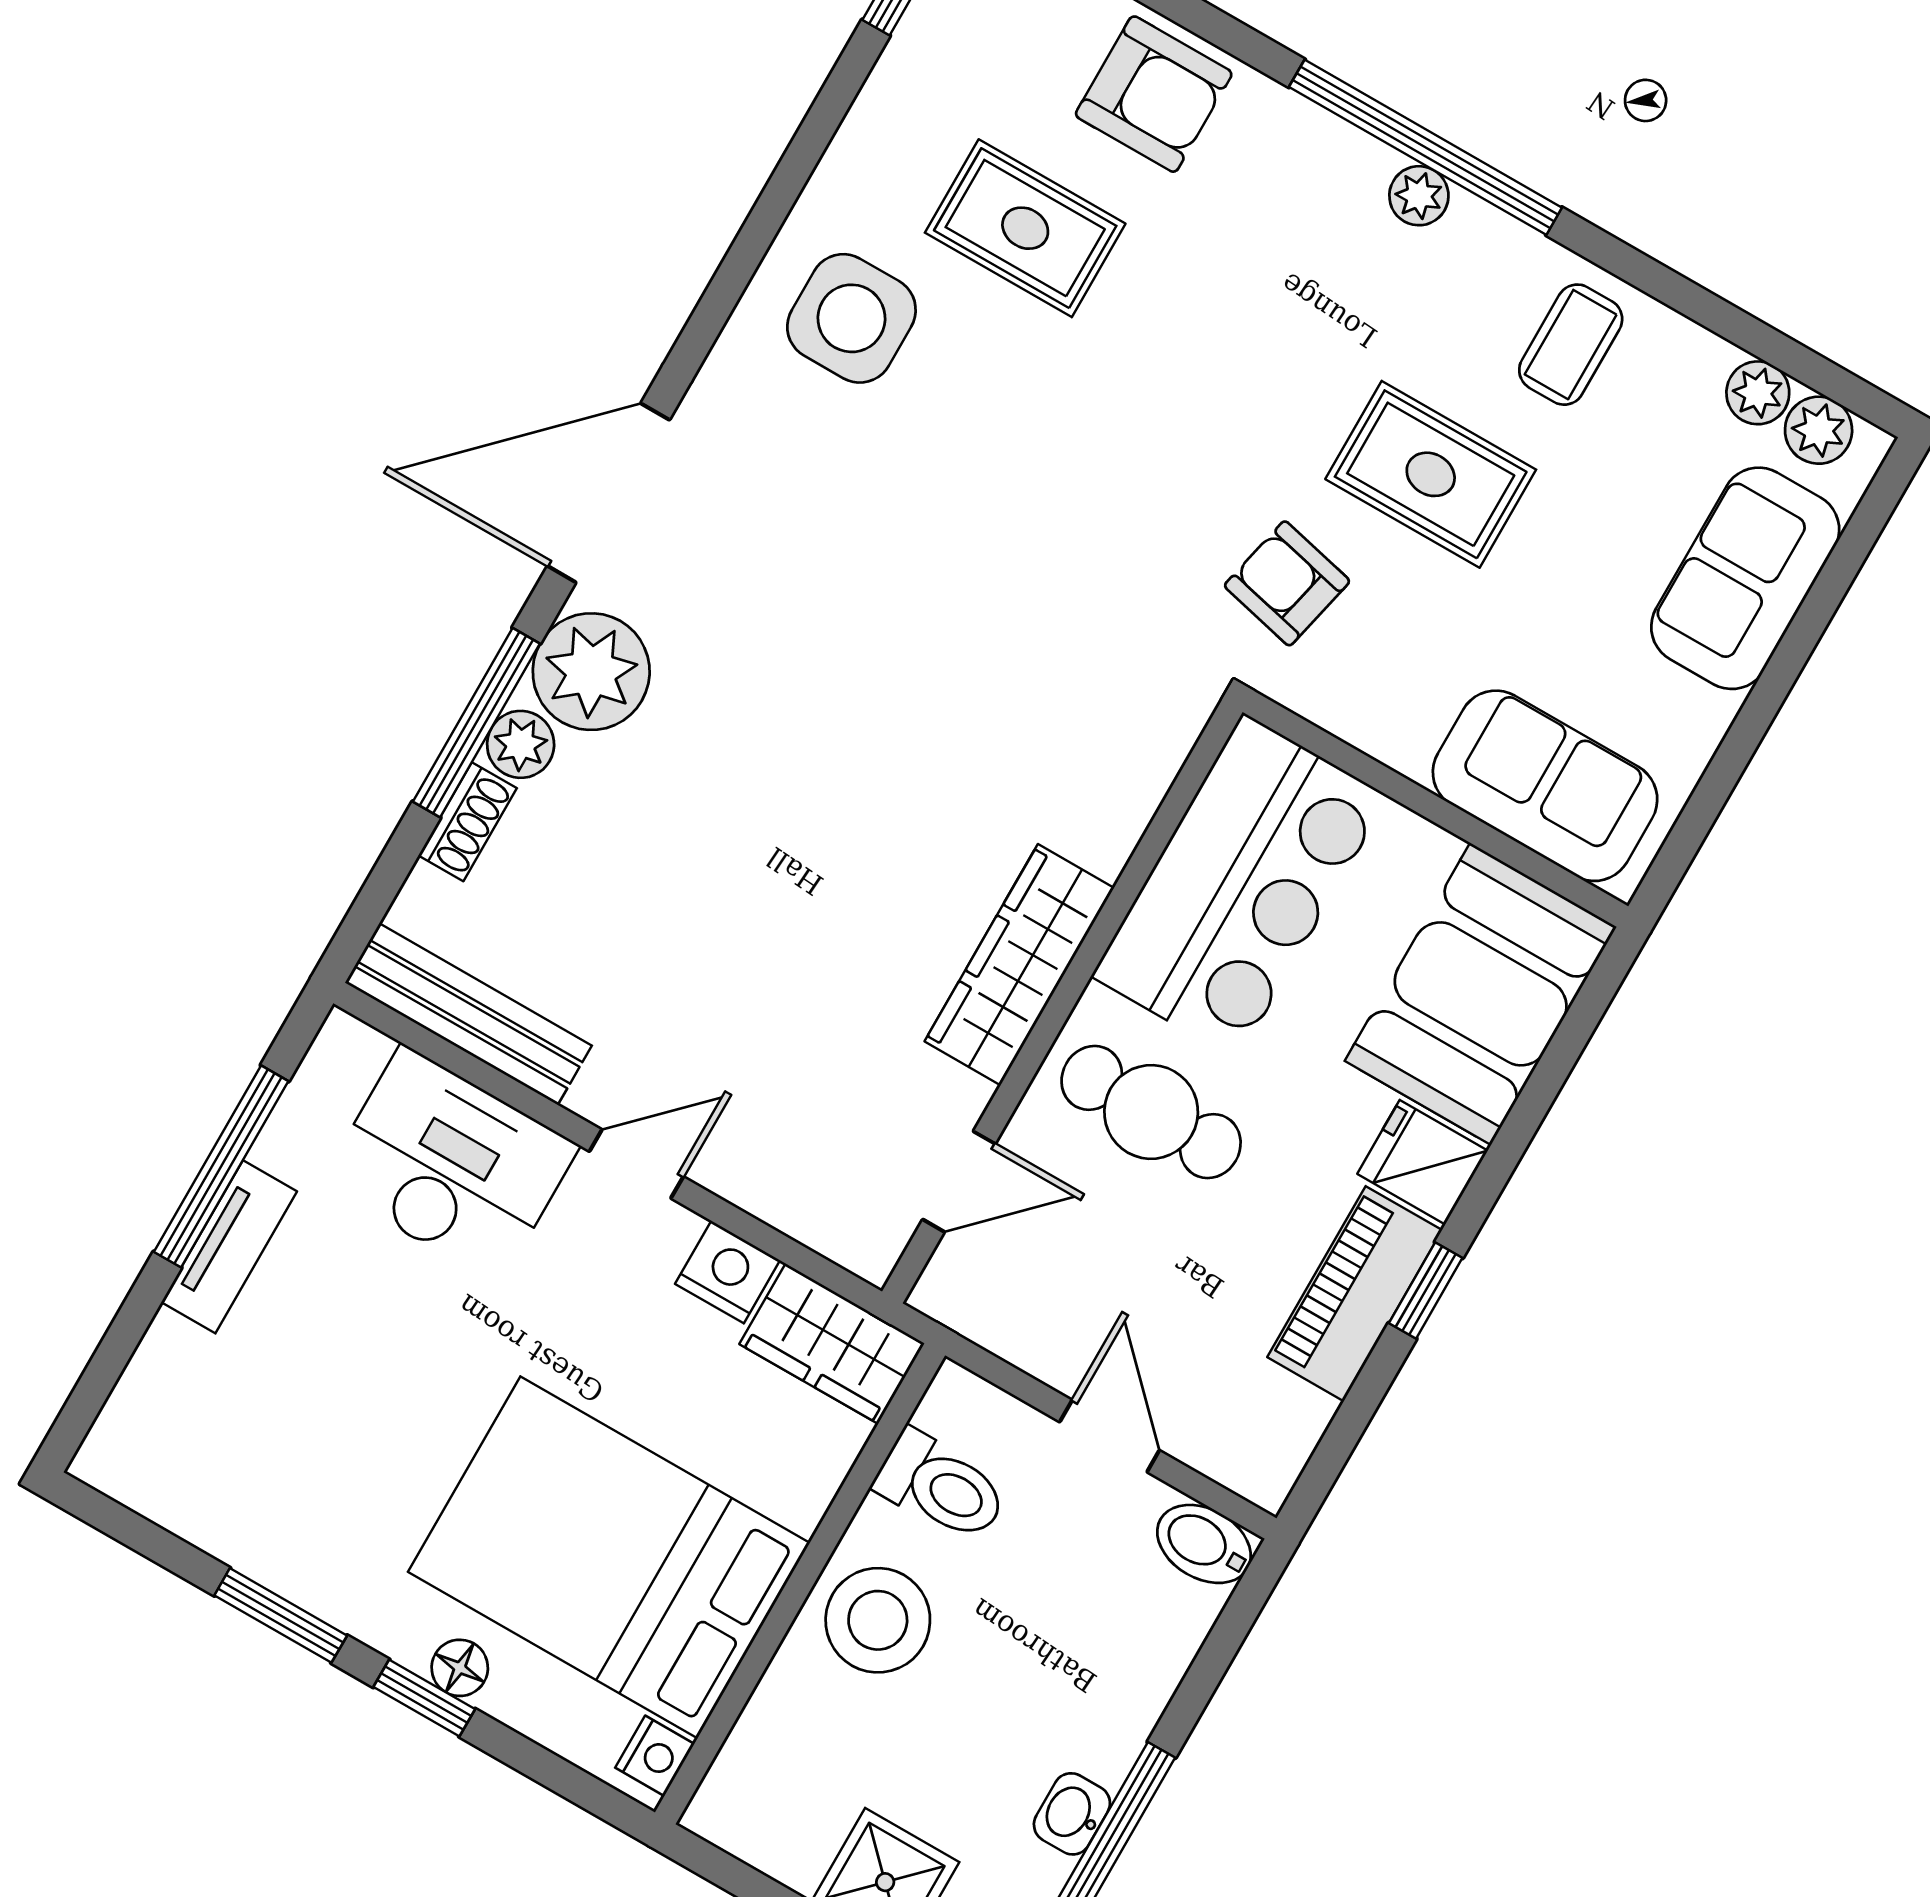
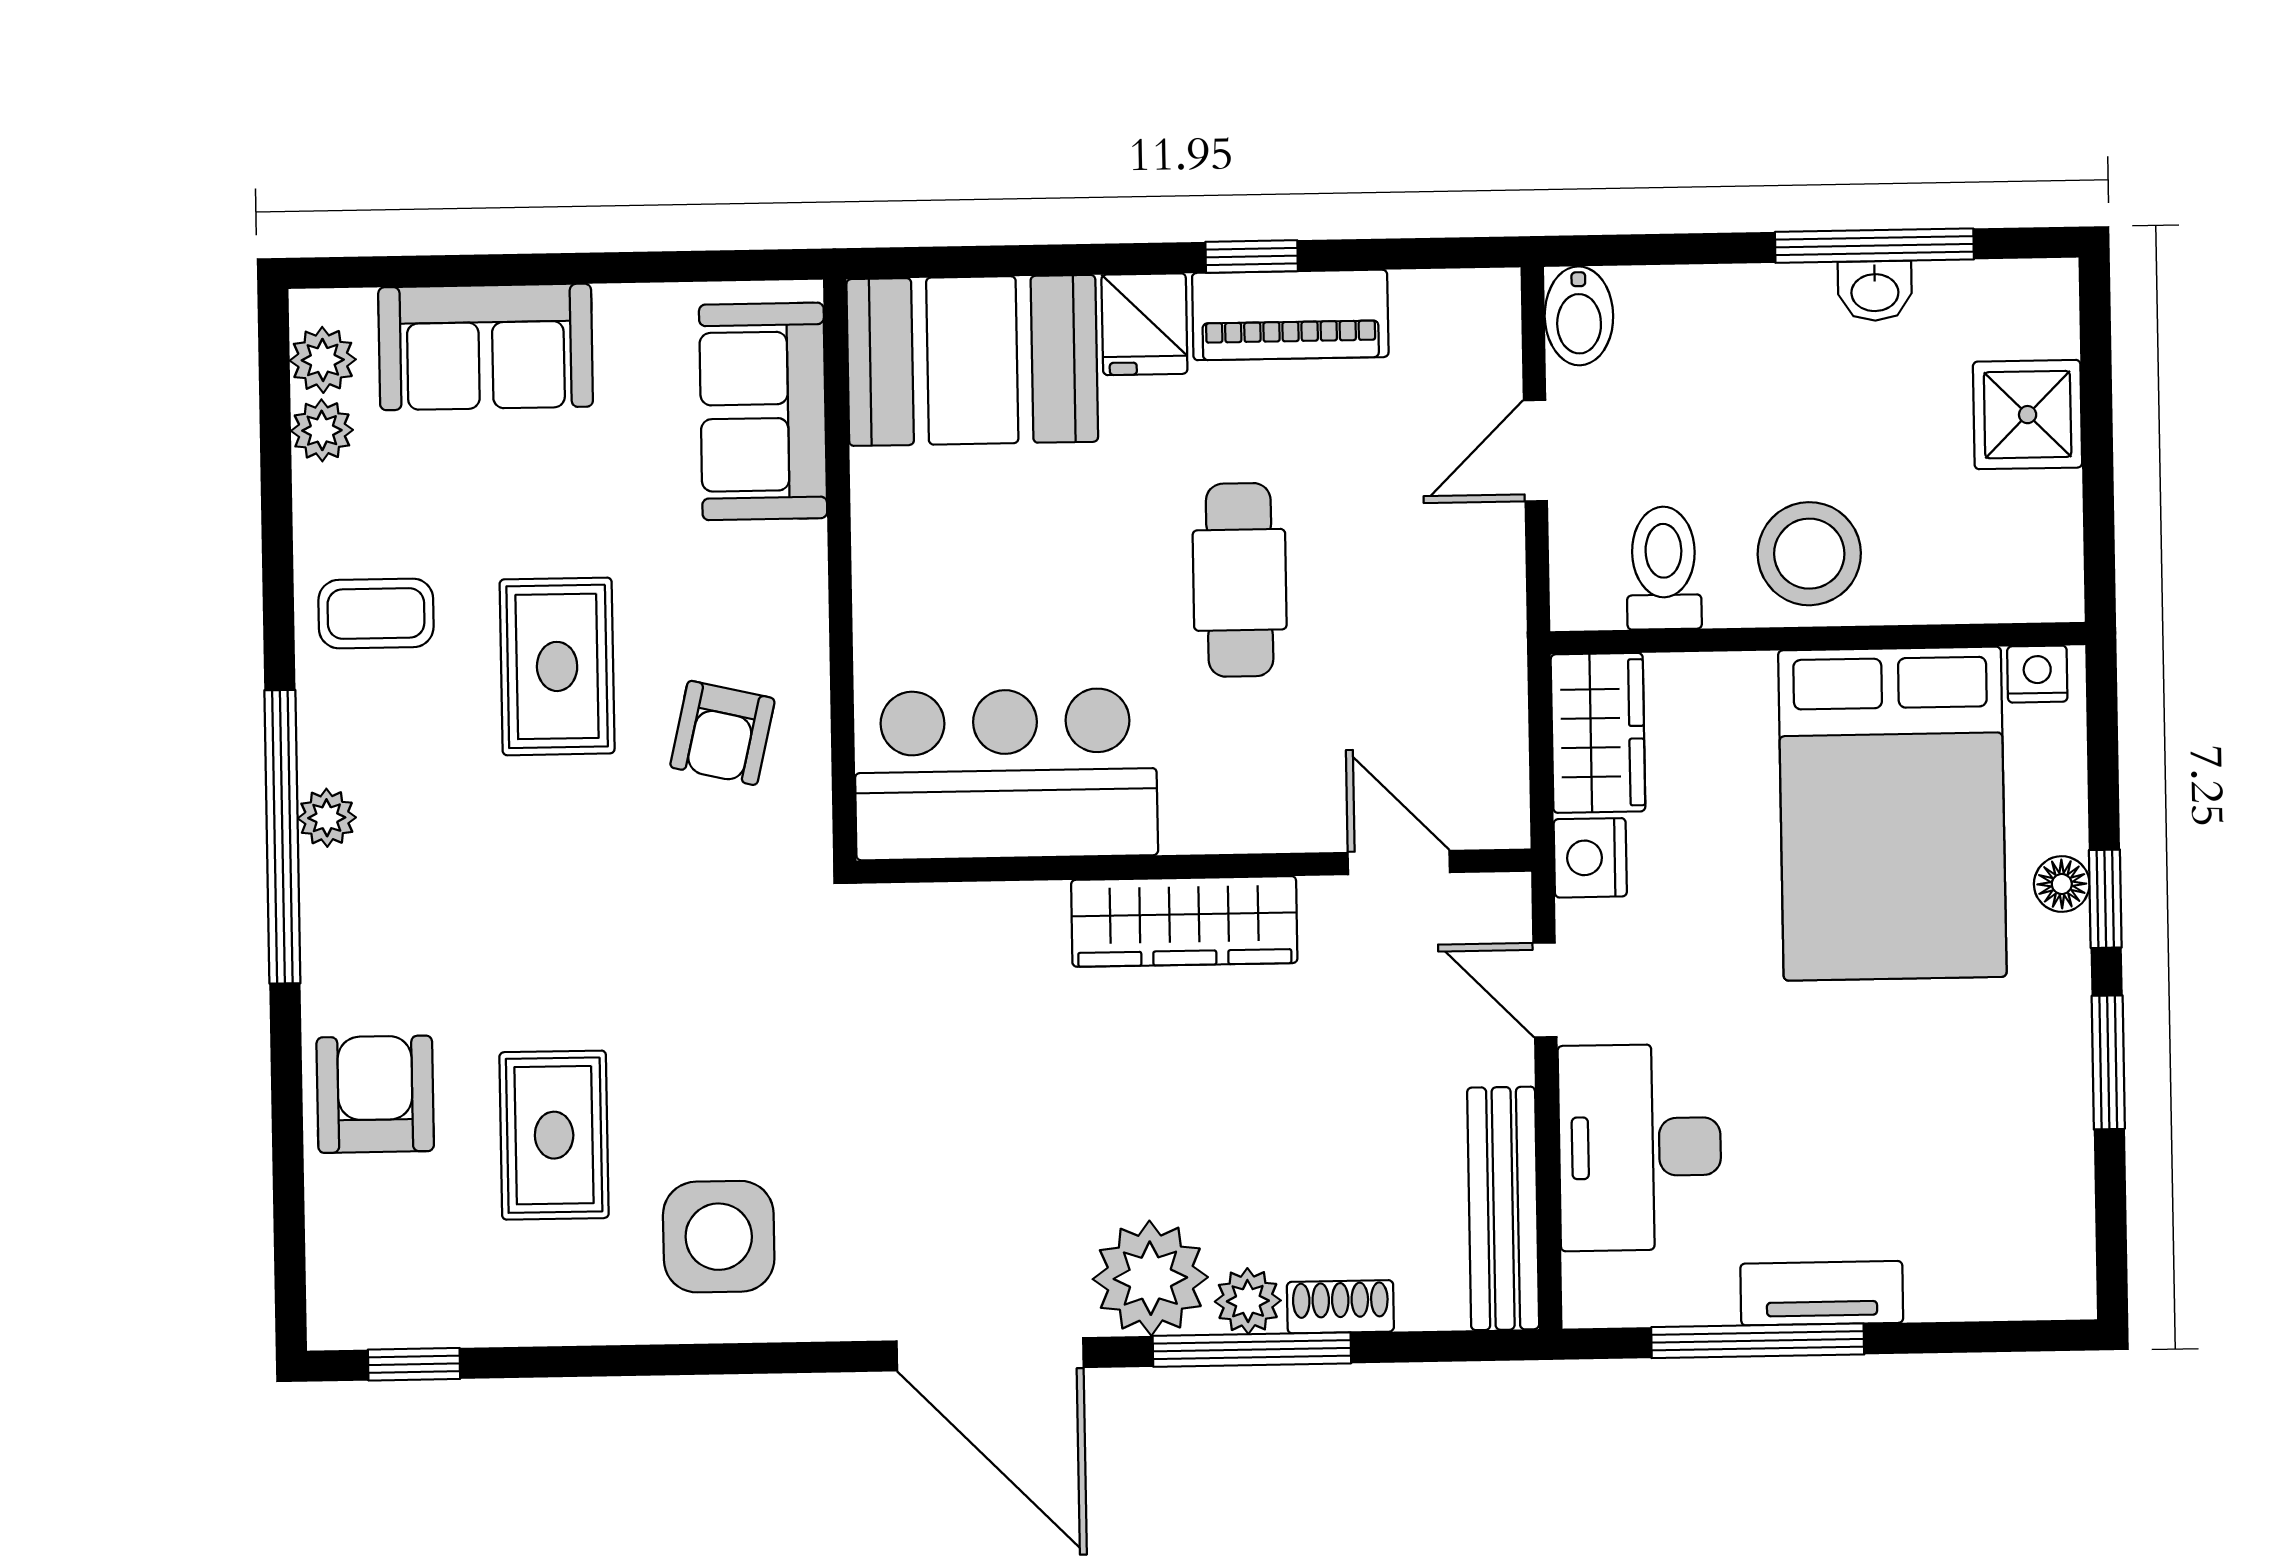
bar counter: (1240, 886) -> (1006, 774), moved
wardrobe: (1019, 965) -> (1184, 921), moved
wall: (1062, 1002) -> (1194, 866), moved
door: (959, 1182) -> (1399, 863), moved

